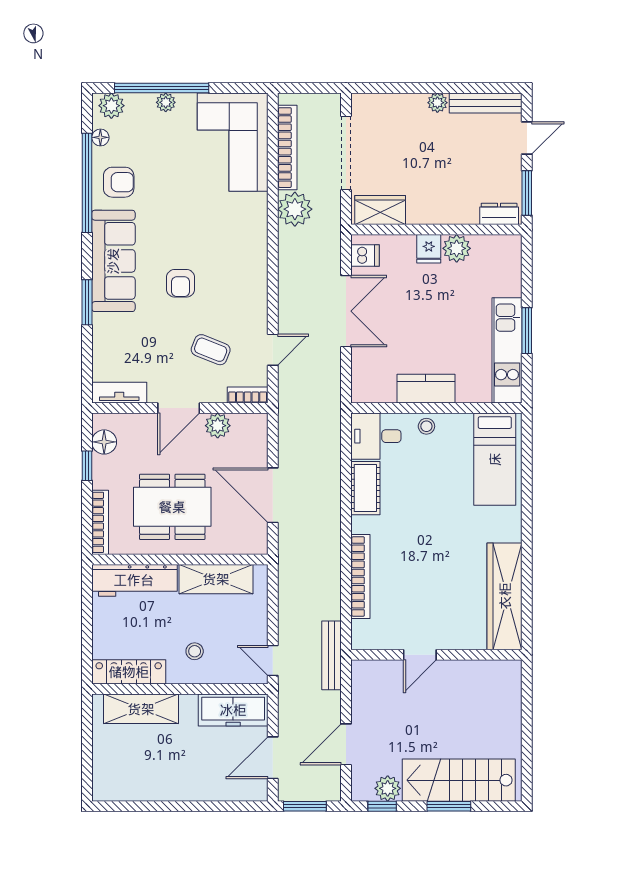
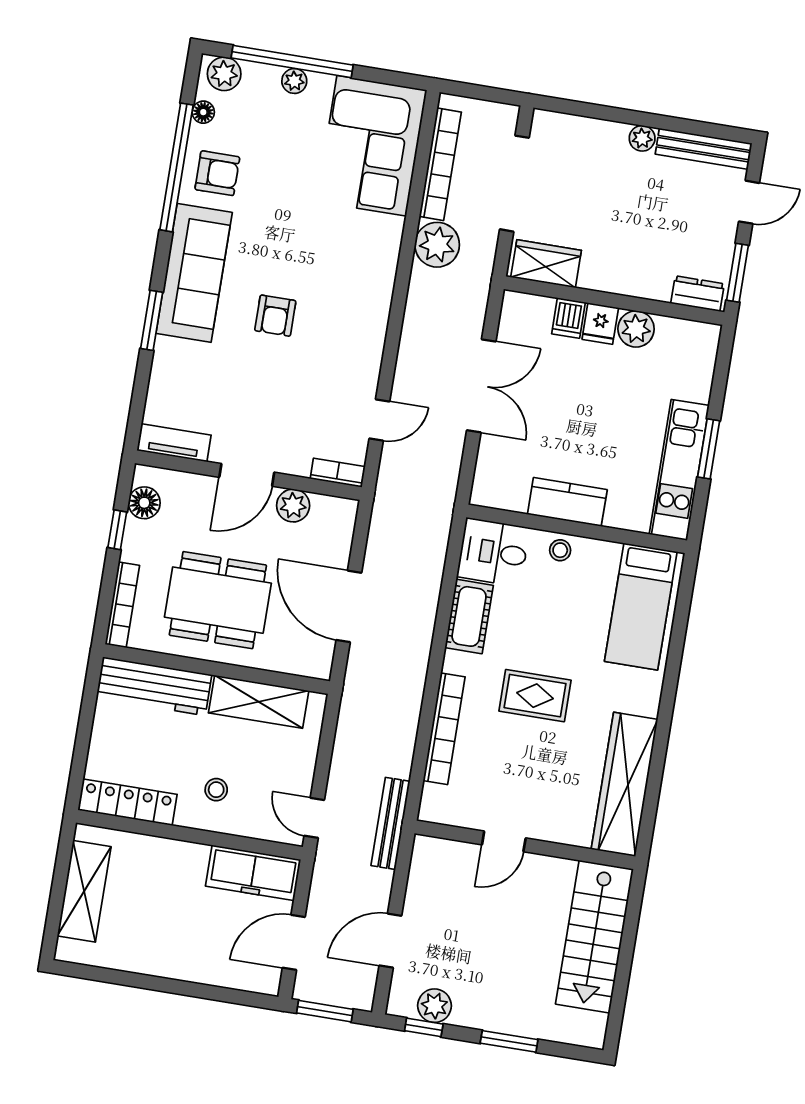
dishwasher: (365, 255) -> (569, 318), moved, turned 90
coffee table: (211, 350) -> (300, 407), removed
rug: (425, 540) -> (535, 696), added
shelving: (141, 709) -> (84, 891), moved, turned 90
stairs: (459, 780) -> (594, 937), moved, turned -90

